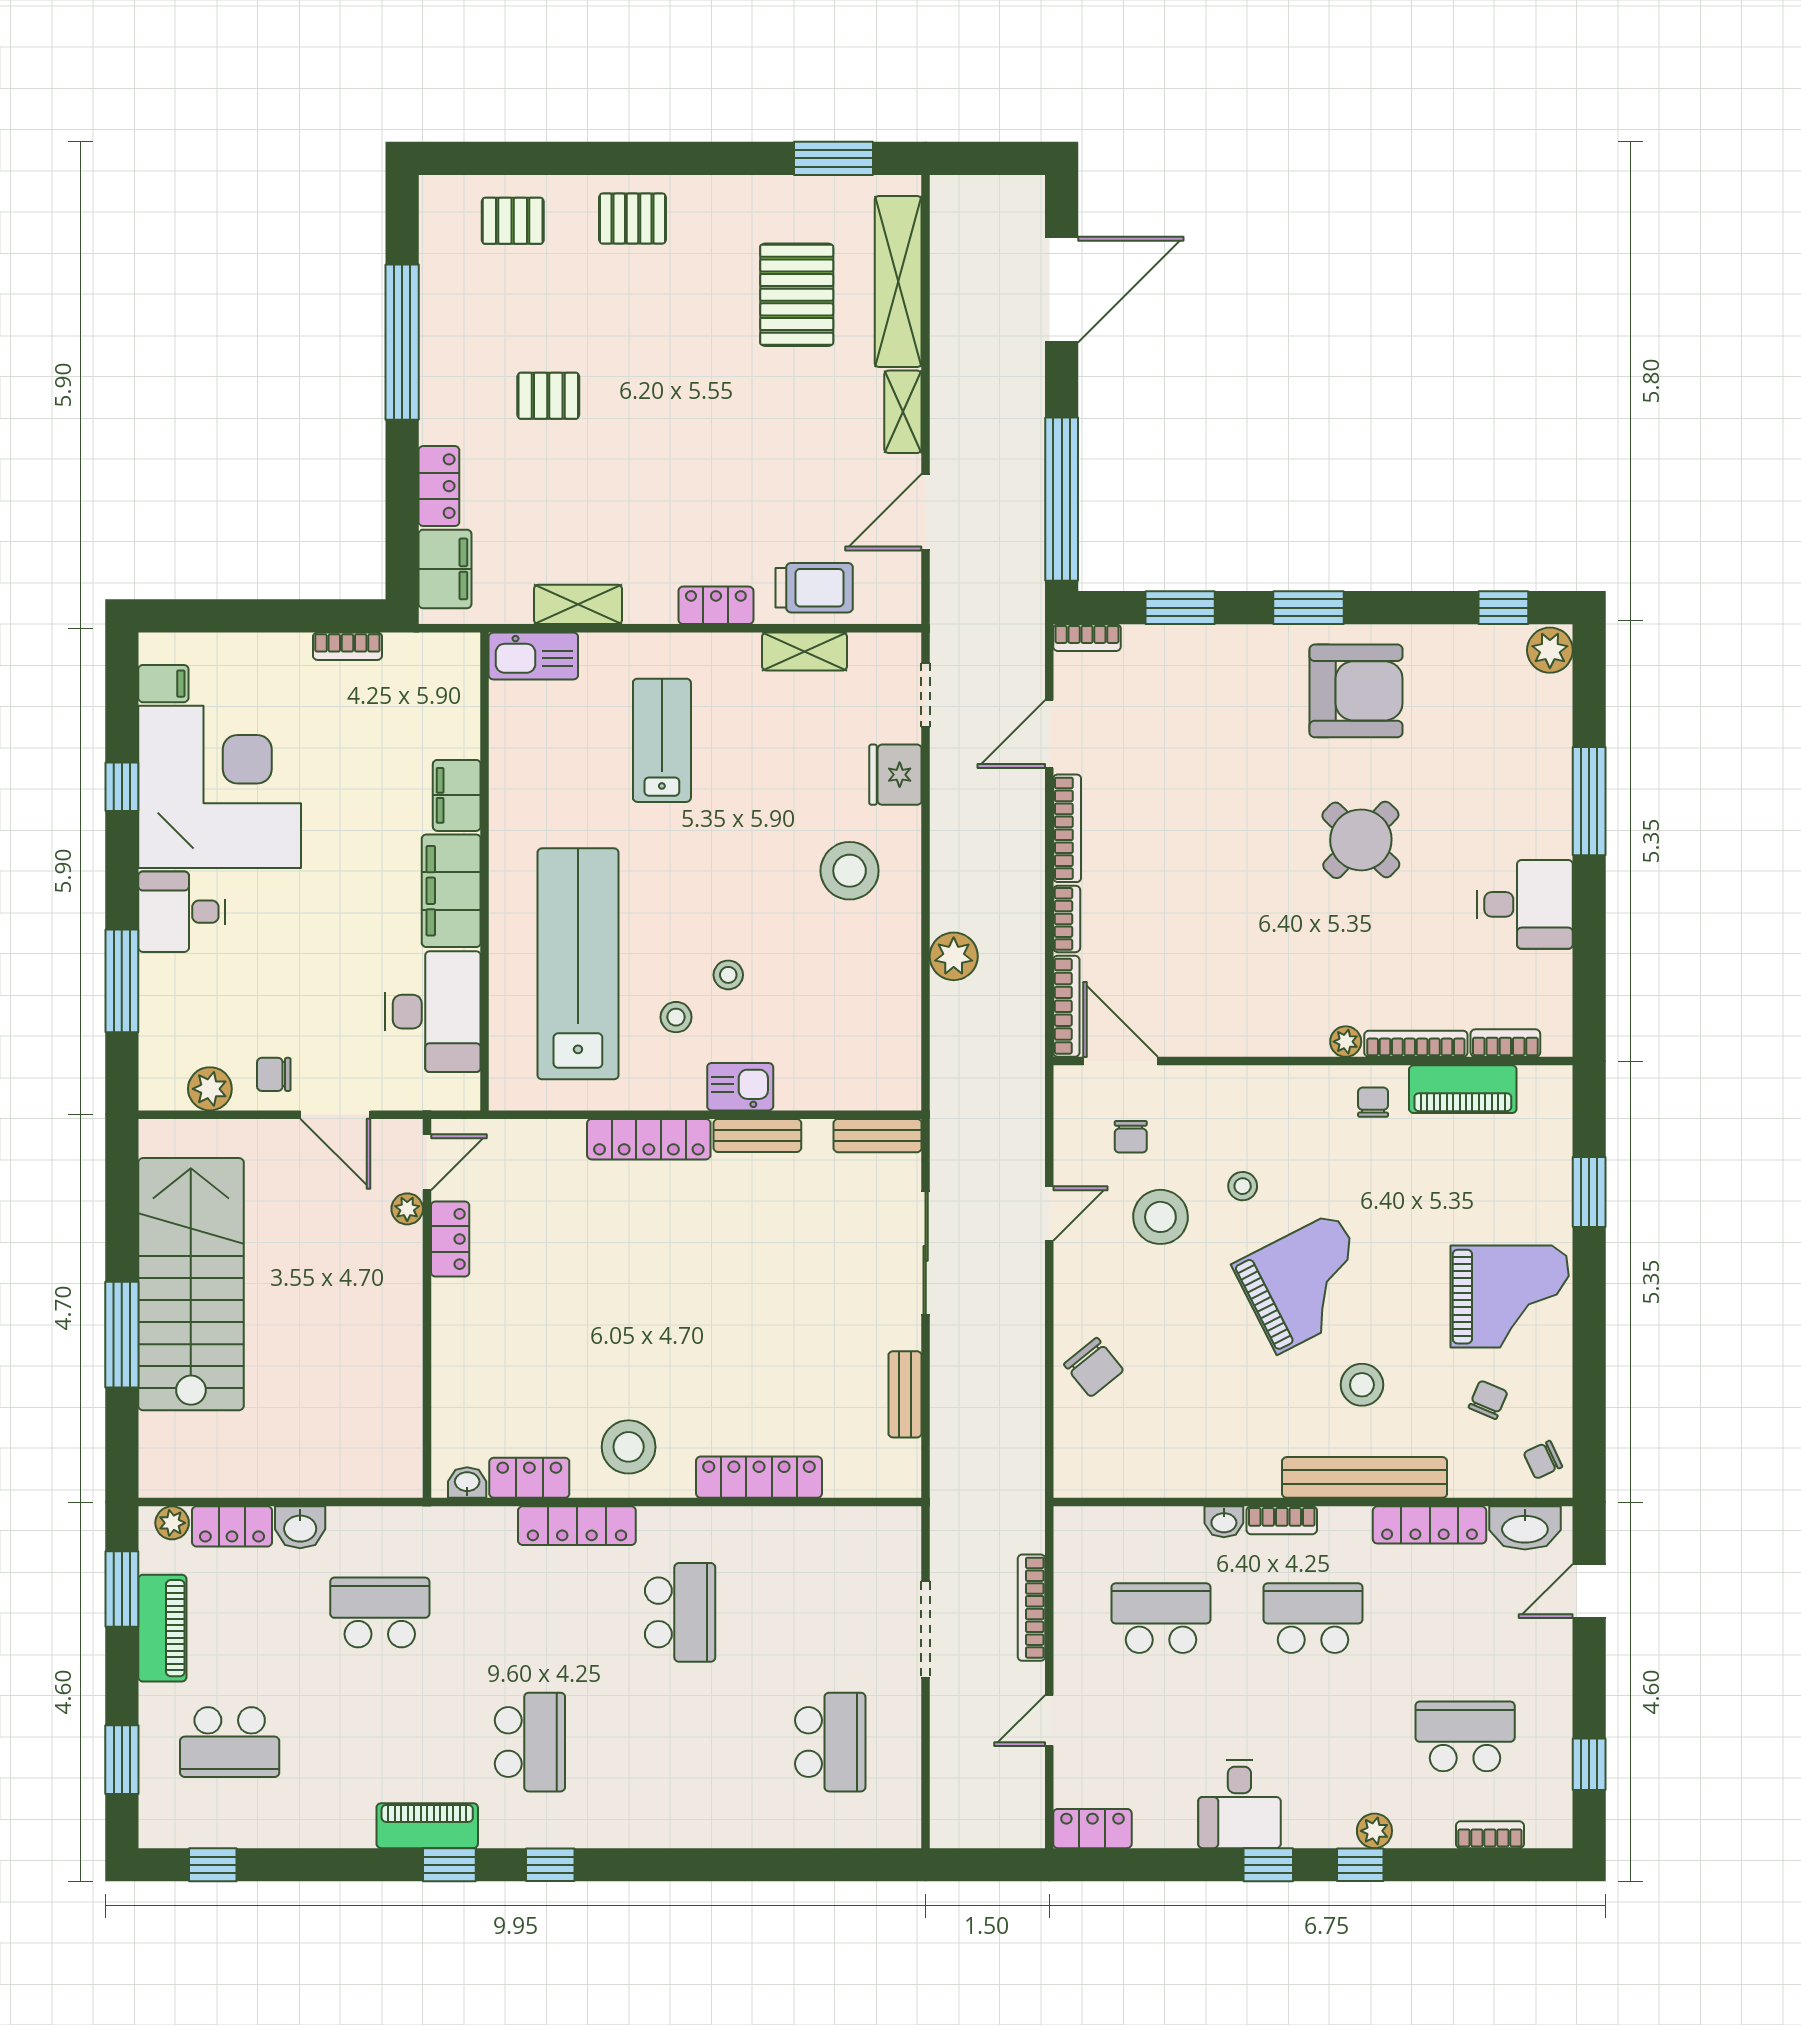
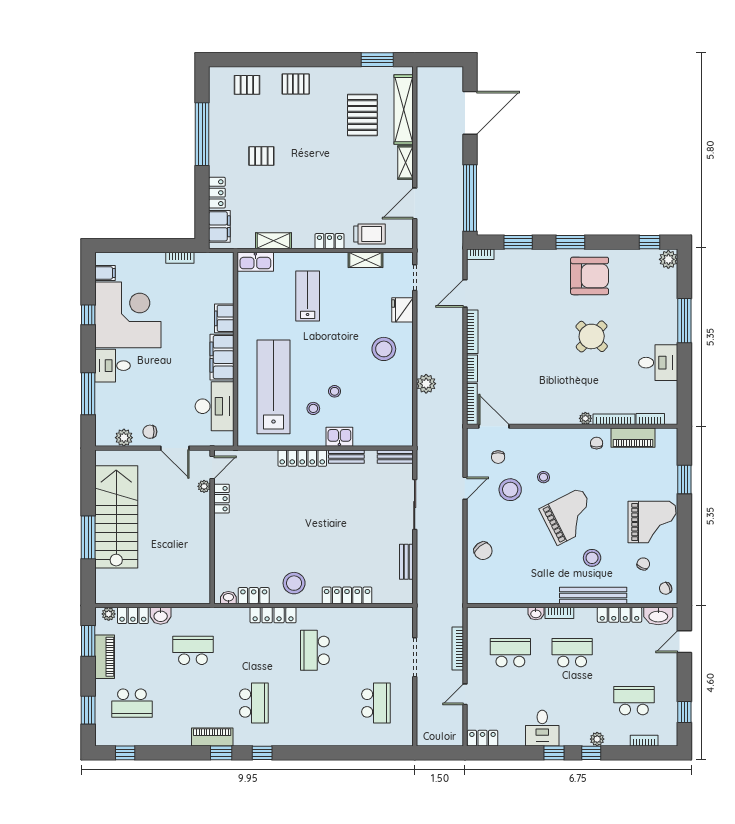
school desk: (680, 1612) -> (315, 650), turned 180

